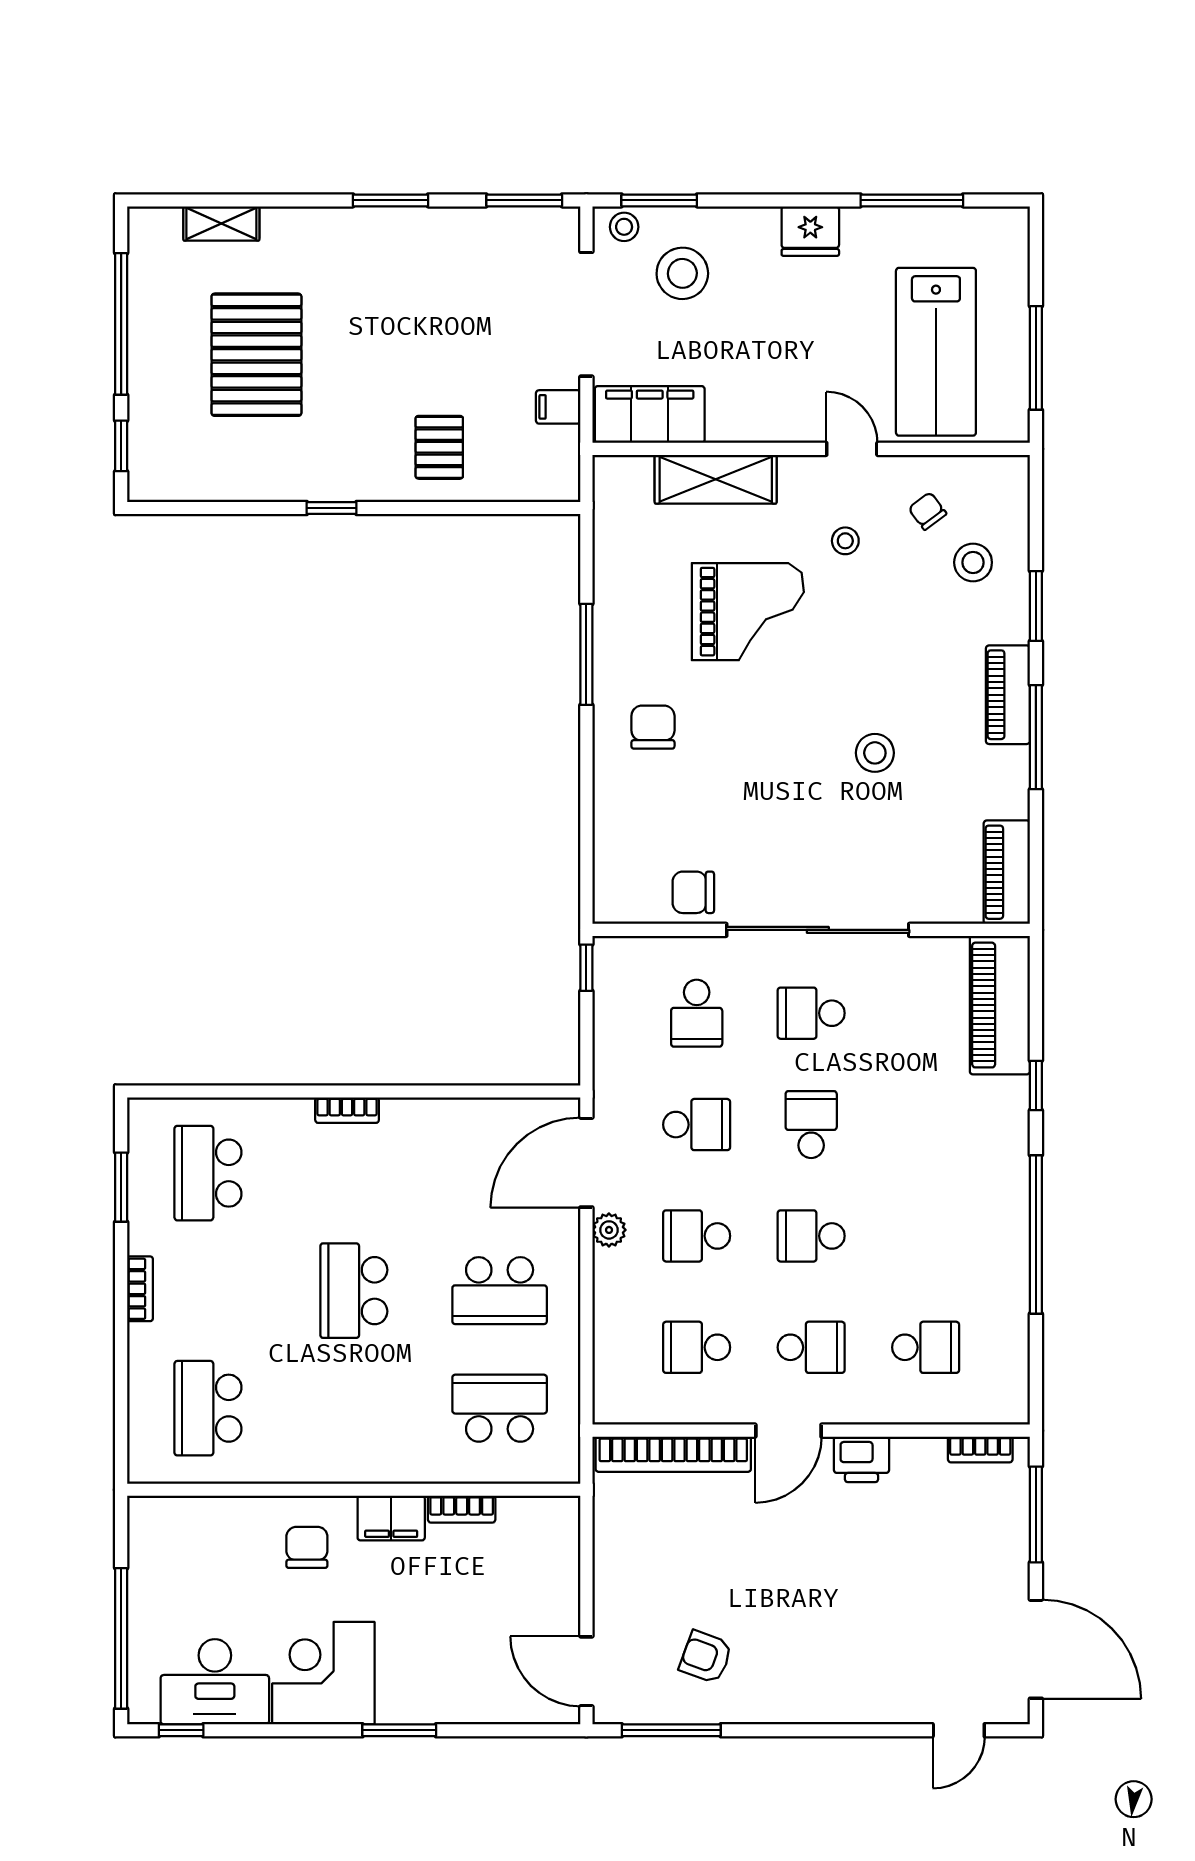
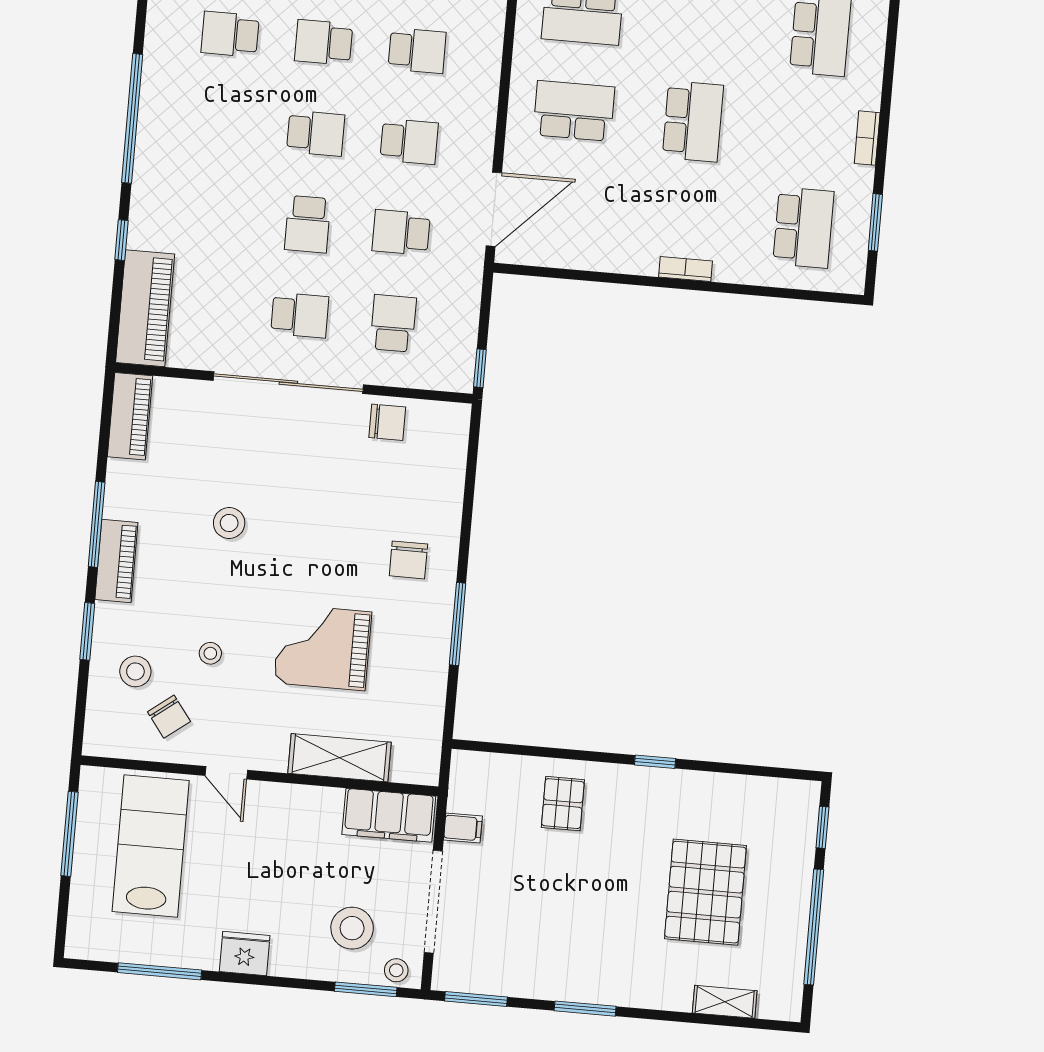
chair: (927, 511) -> (169, 717), width x1.37, depth x1.37
stool: (845, 541) -> (210, 653), moved
plant: (609, 1230) -> (480, 153), removed

